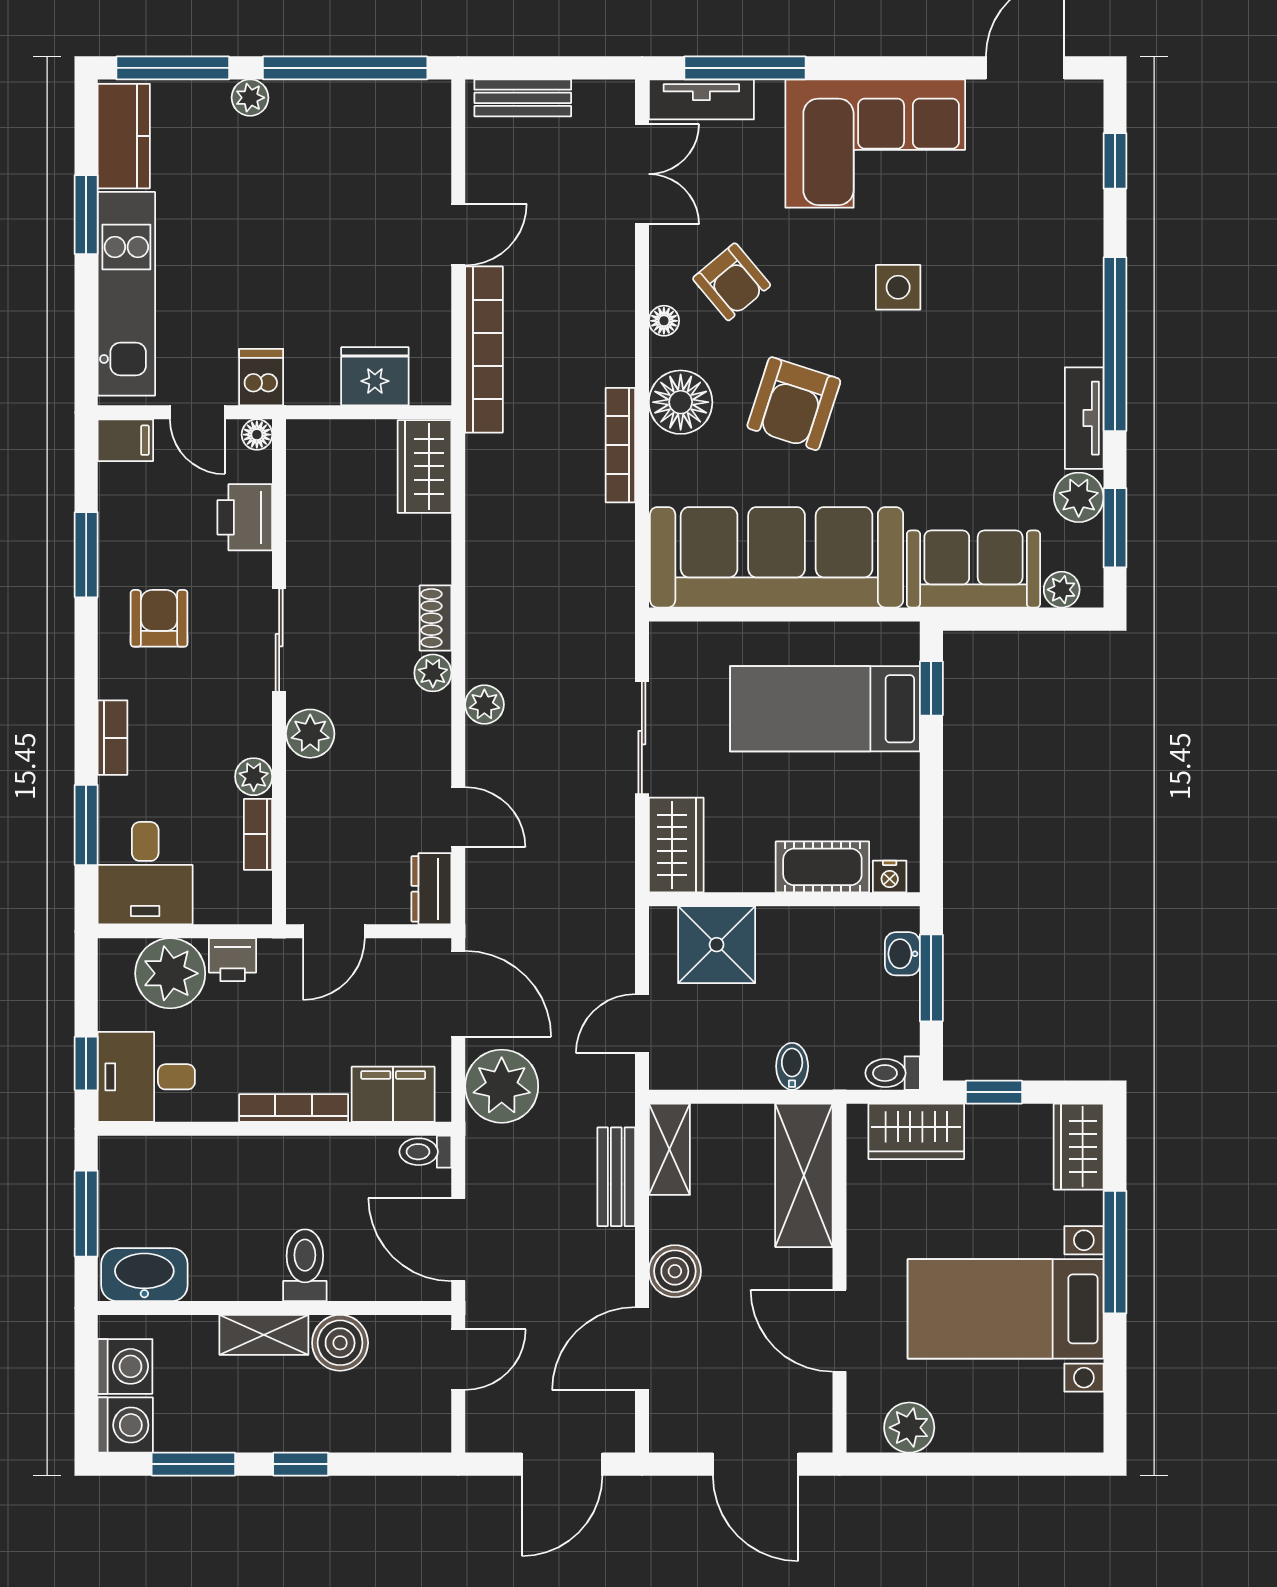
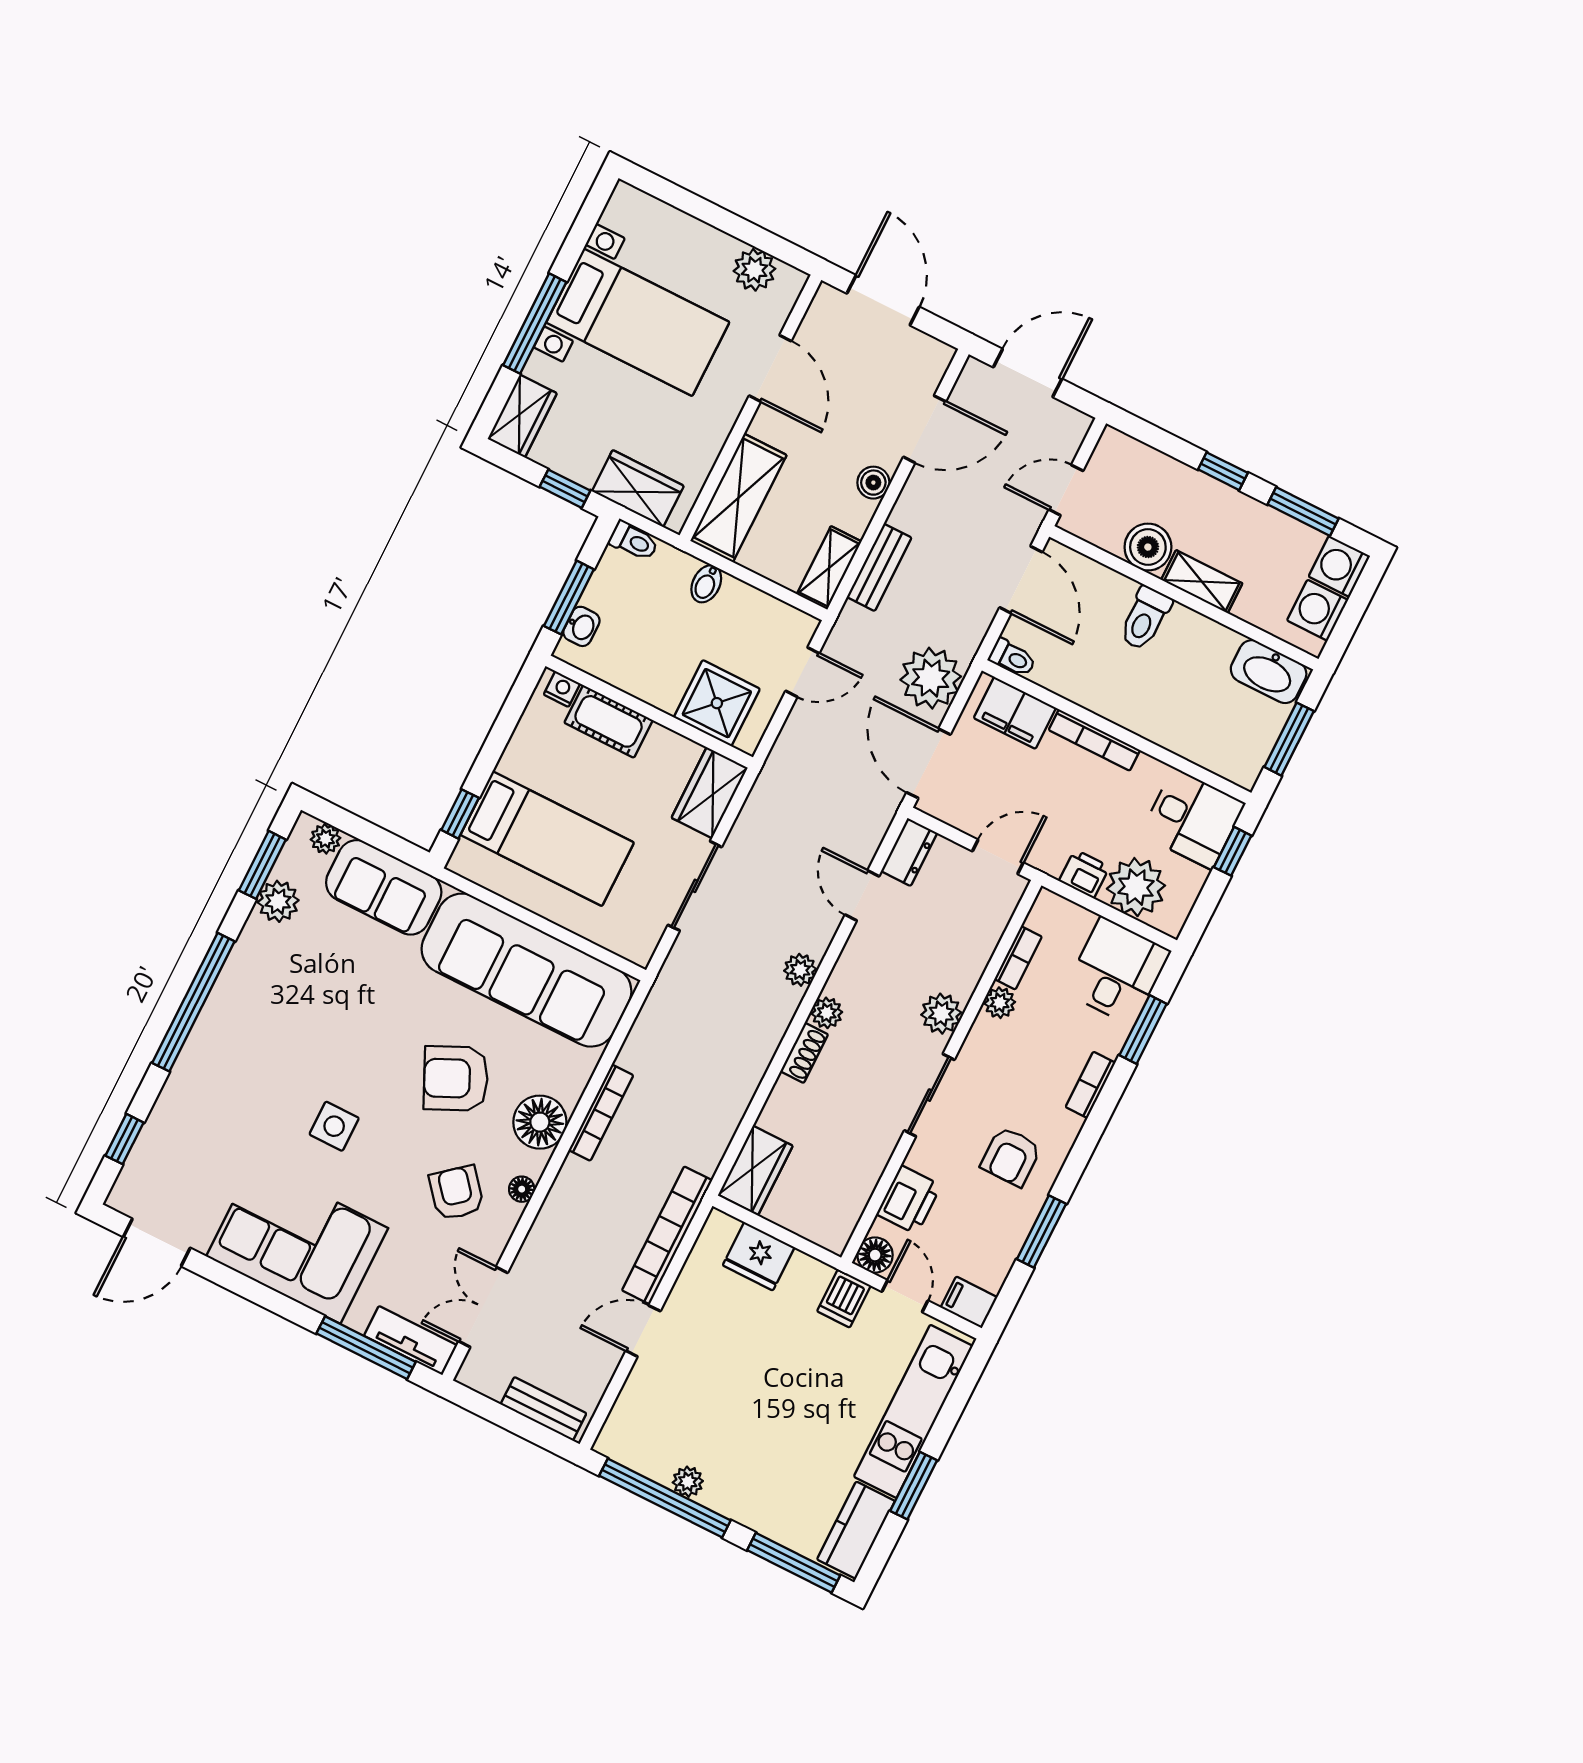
plant: (250, 98) -> (688, 1482), moved
armchair: (794, 404) -> (456, 1078), turned -133
tv unit: (1084, 418) -> (244, 958), removed
floor lamp: (257, 435) -> (875, 1255), width x1.37, depth x1.37
boiler: (675, 1271) -> (873, 483), width x0.73, depth x0.73

